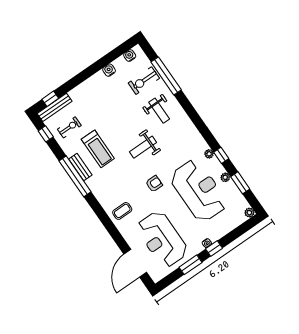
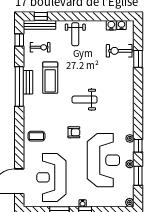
water cooler: (109, 70) -> (111, 25), moved
window: (166, 76) -> (138, 59), width x0.47
weight bench: (159, 111) -> (75, 34), moved

